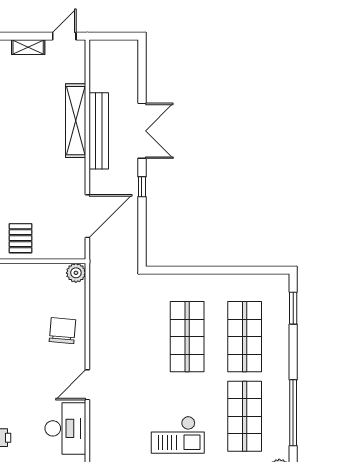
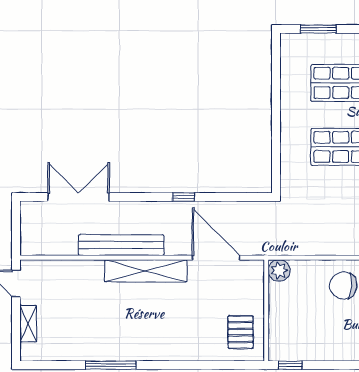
shelving: (76, 121) -> (146, 271), moved
double door: (142, 131) -> (79, 197), moved
pallet: (20, 238) -> (241, 332), turned 90

